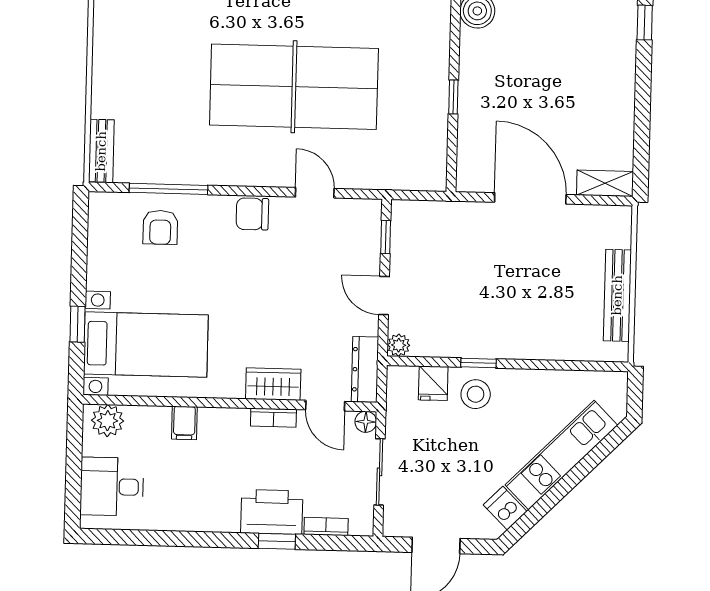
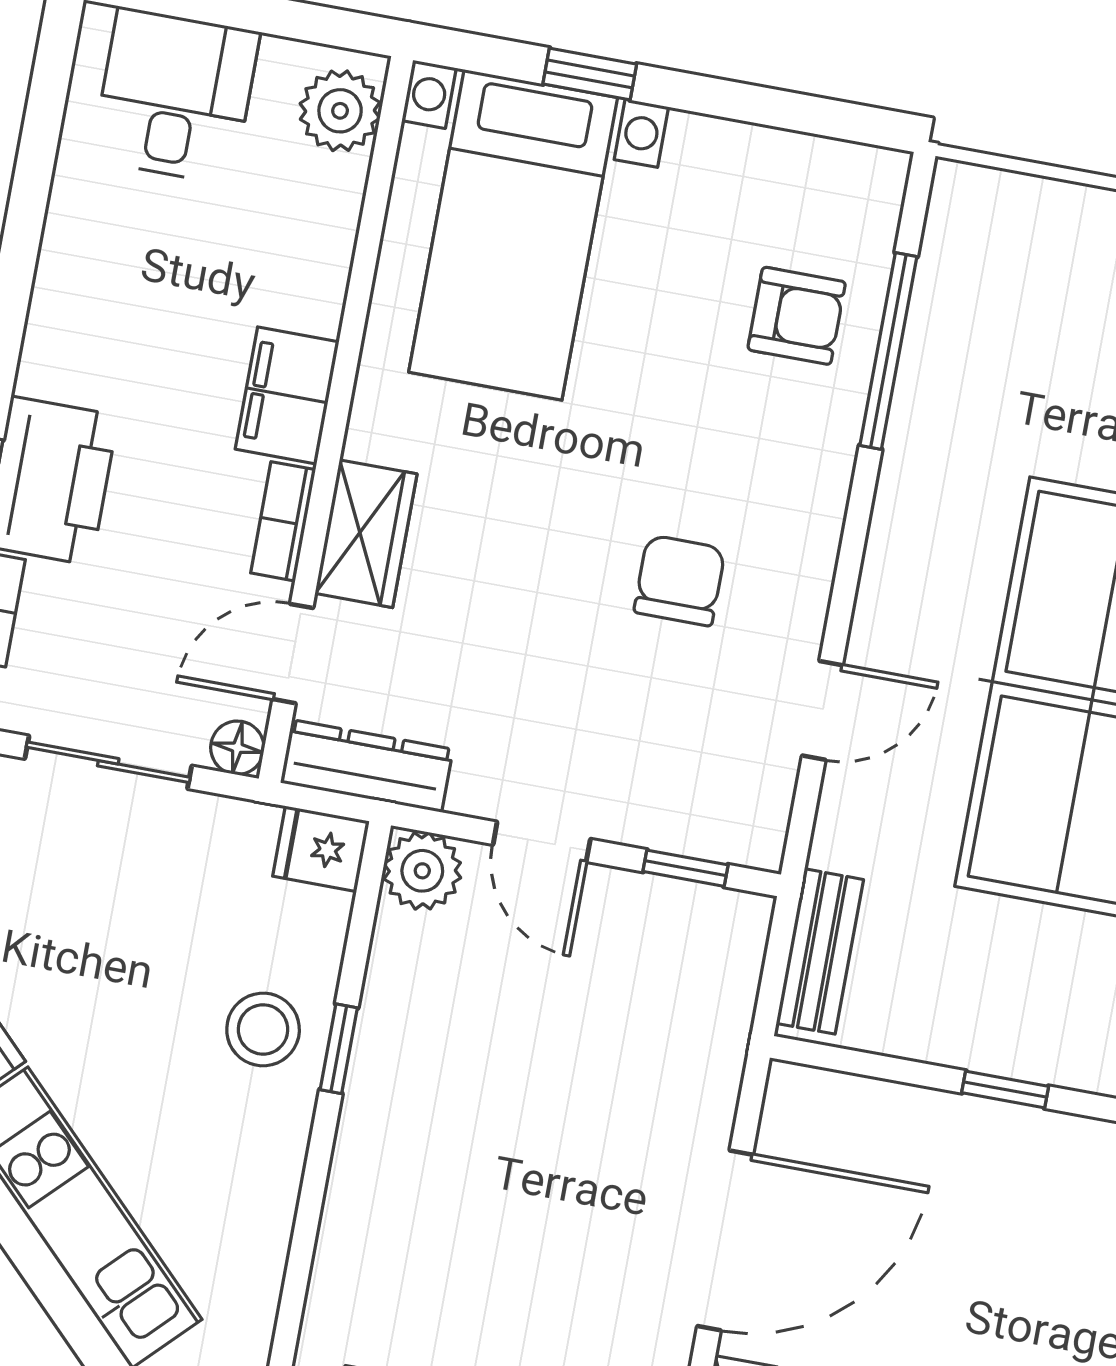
bench: (101, 151) -> (820, 951), moved, turned 90
chair: (252, 214) -> (680, 580), moved
armchair: (160, 227) -> (797, 316), turned 180
door: (384, 296) -> (542, 842), swing flipped
plant: (399, 345) -> (422, 871), width x1.38, depth x1.38
fridge: (433, 383) -> (321, 849), moved
filing cabinet: (184, 423) -> (287, 395), moved, width x2.00

